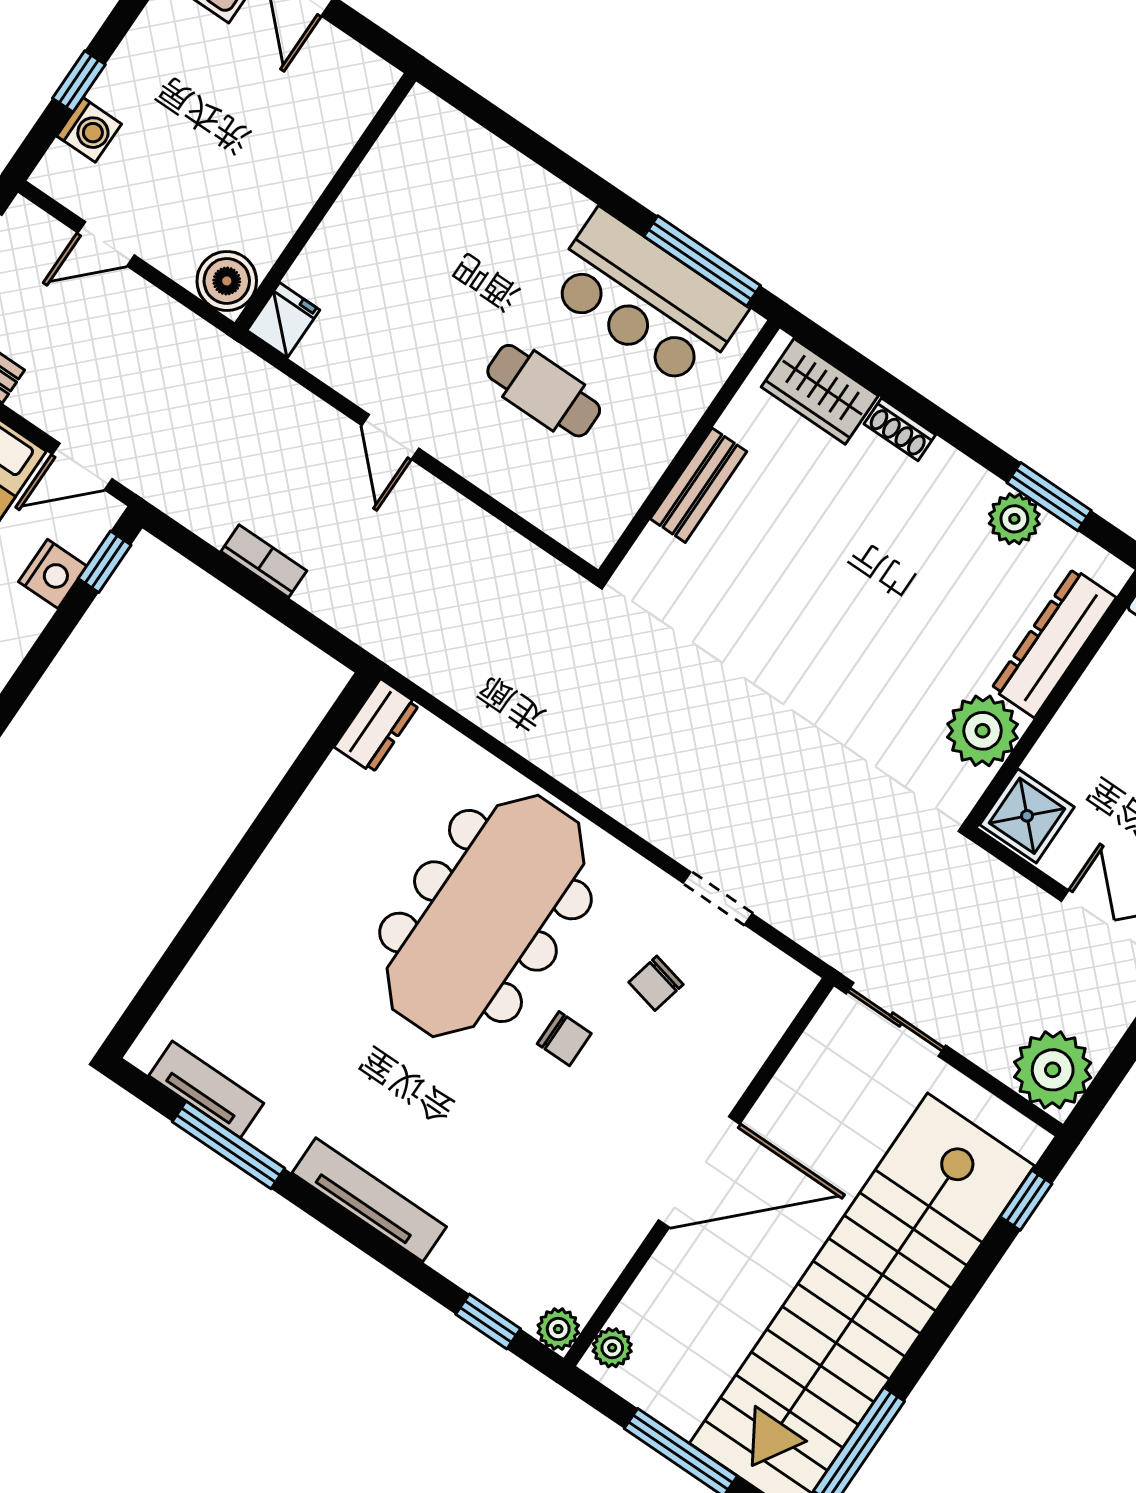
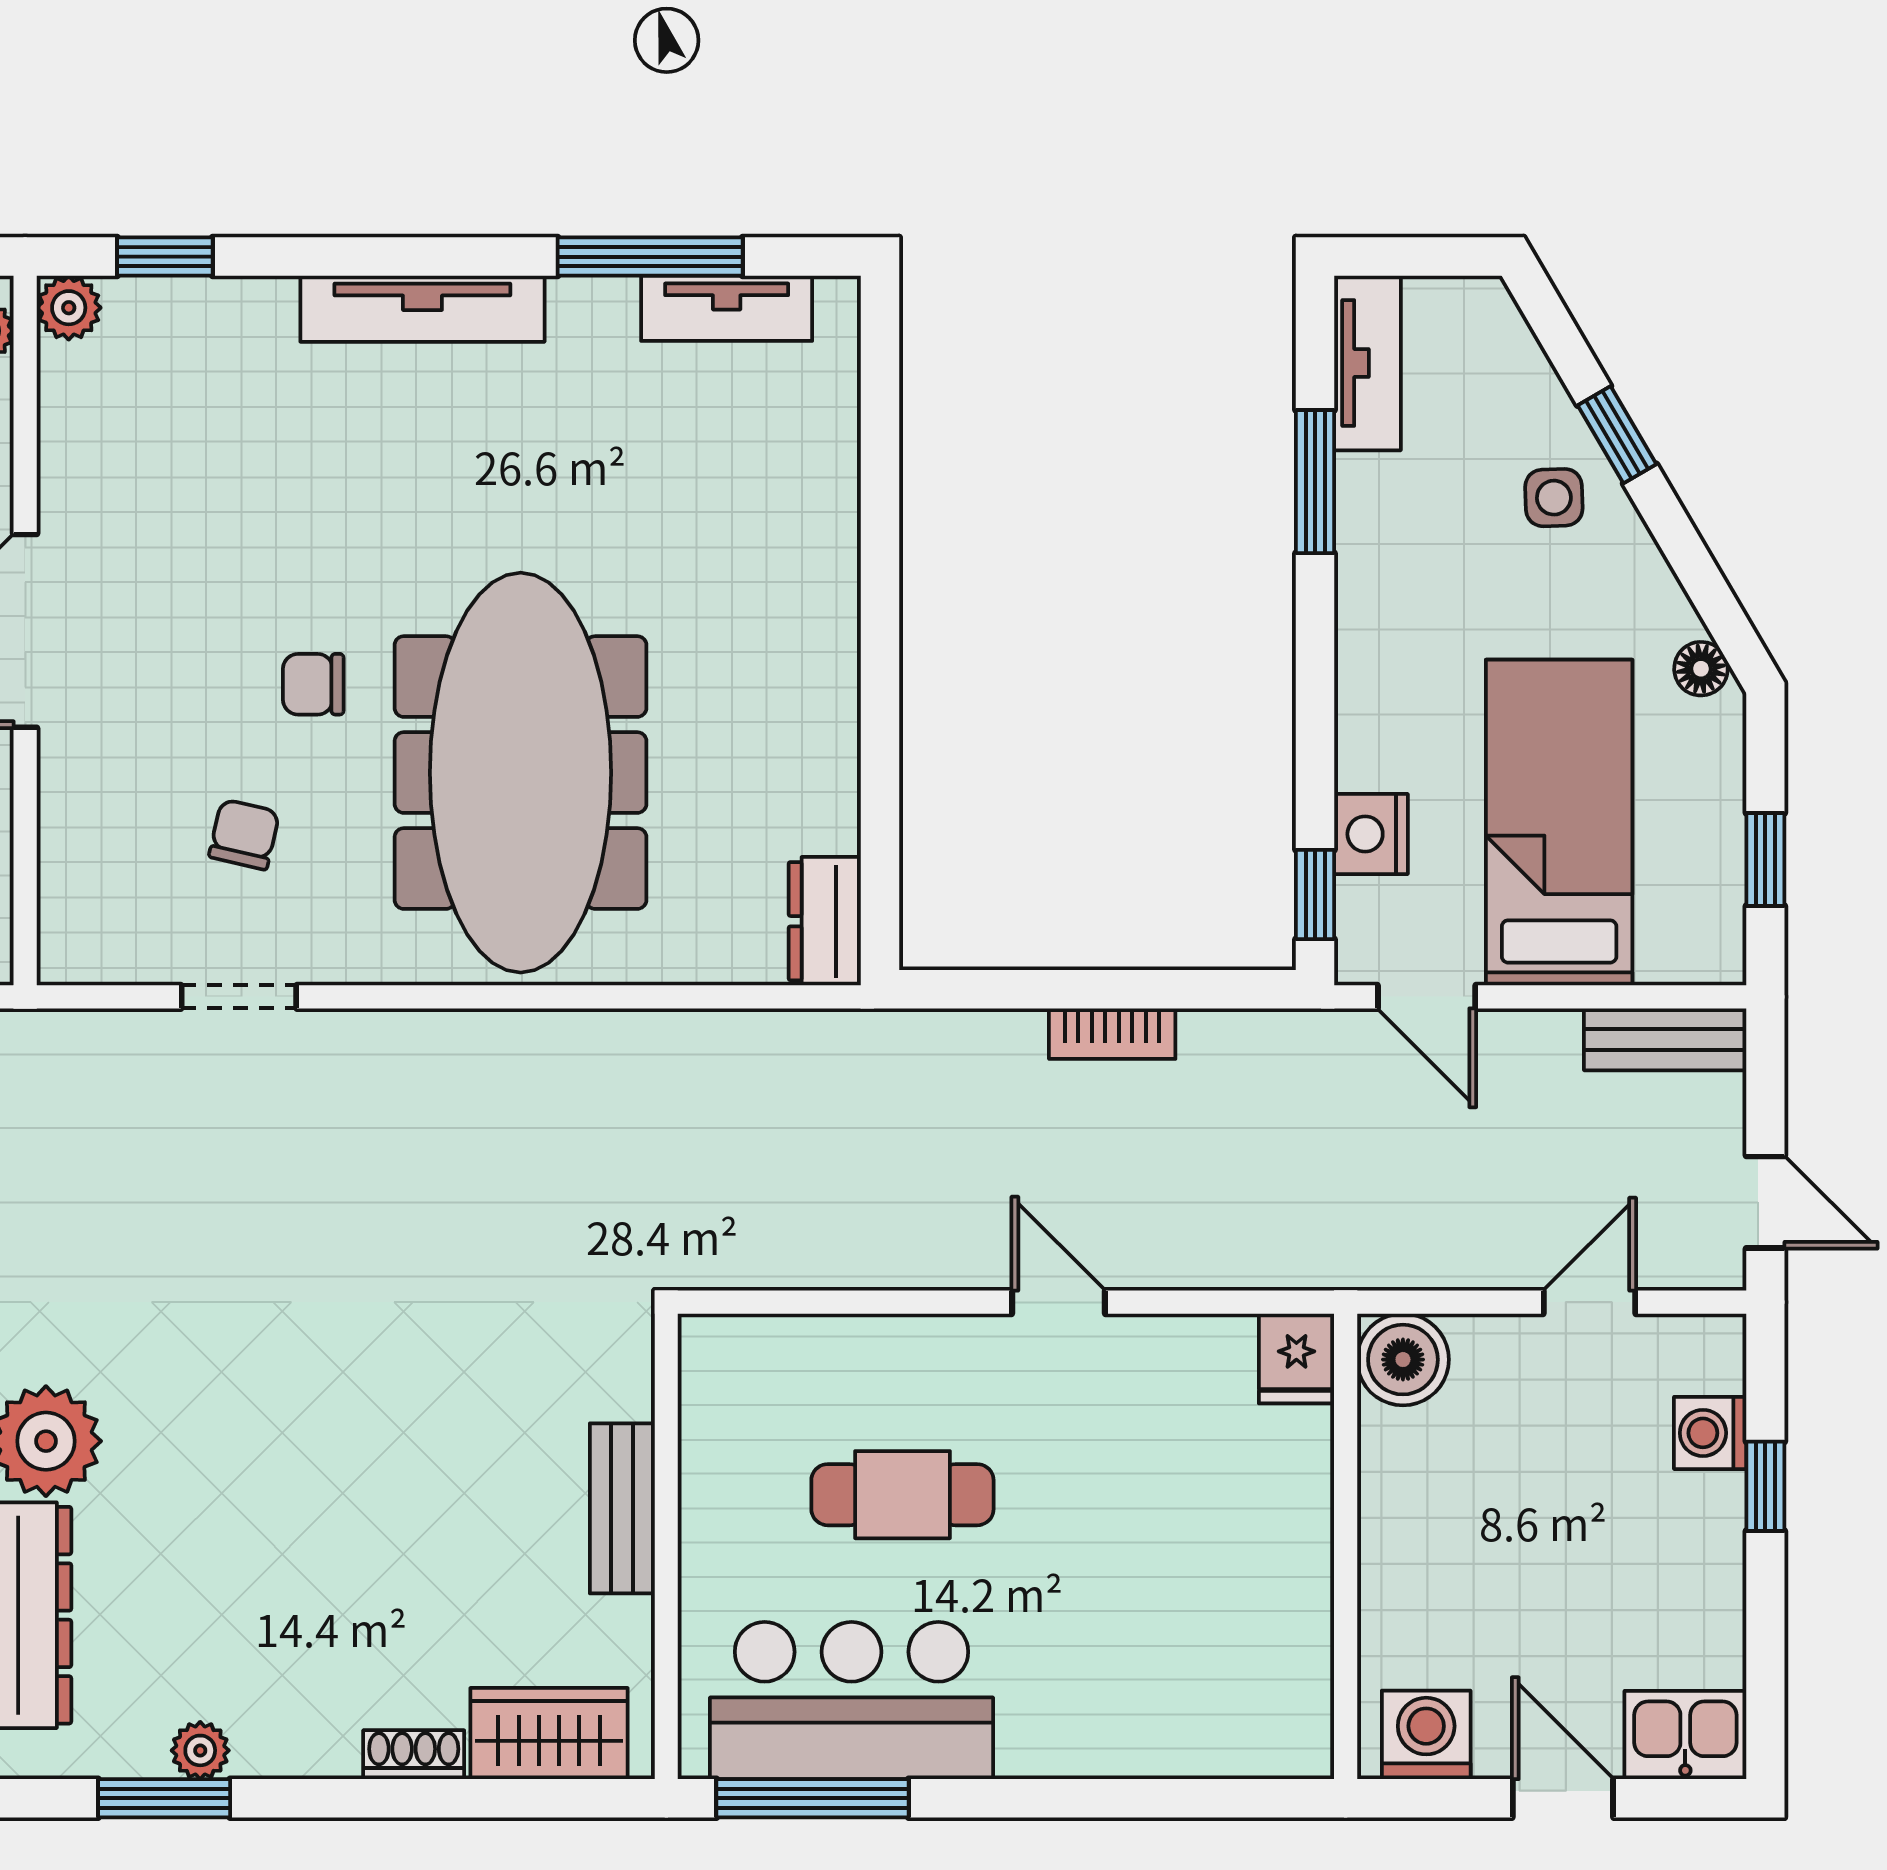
washing machine: (351, 72) -> (1426, 1735), added
door: (82, 466) -> (1427, 997), swing flipped
plant: (1014, 519) -> (200, 1750), width x0.73, depth x0.73

